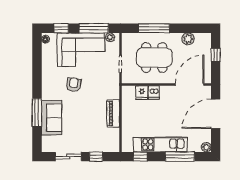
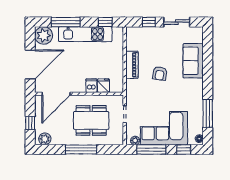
window: (154, 28) -> (81, 149), moved
plant: (188, 39) -> (45, 139), moved
armchair: (74, 85) -> (160, 73), moved
window: (37, 113) -> (208, 113), moved
plant: (206, 147) -> (44, 35), width x1.87, depth x1.87

